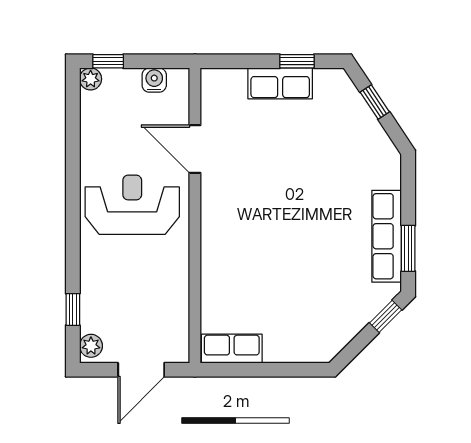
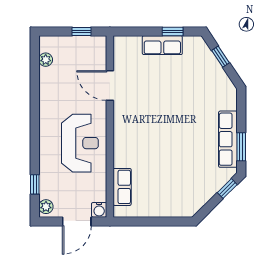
window: (108, 61) -> (81, 32), moved
plant: (91, 79) -> (46, 60), moved
water cooler: (154, 80) -> (99, 210), moved, turned 180
reception desk: (132, 205) -> (80, 143), moved, turned 90
row of seats: (232, 349) -> (122, 187), moved, turned 90

